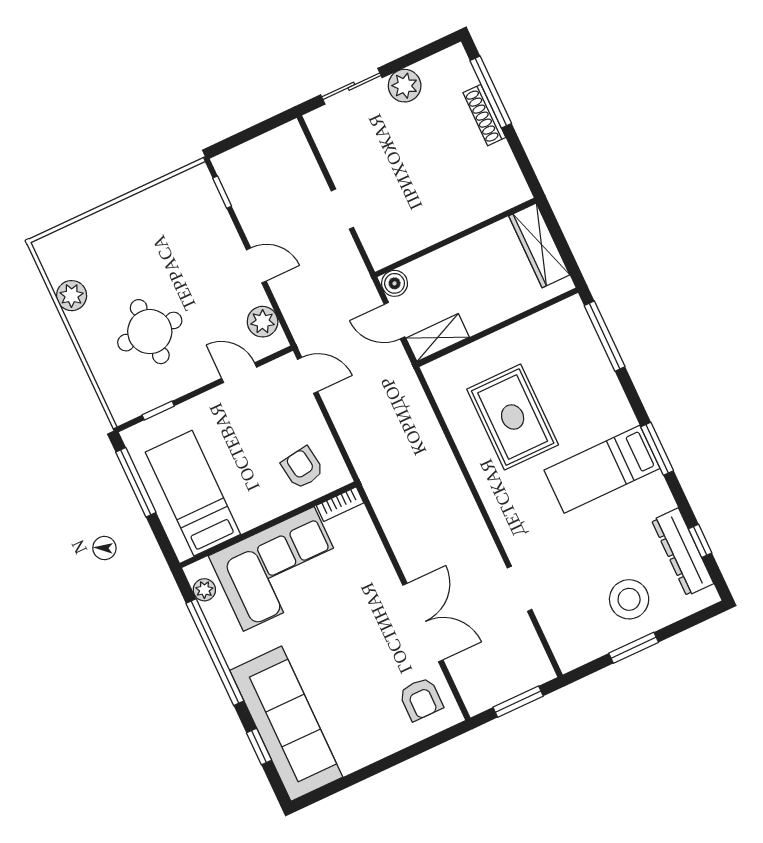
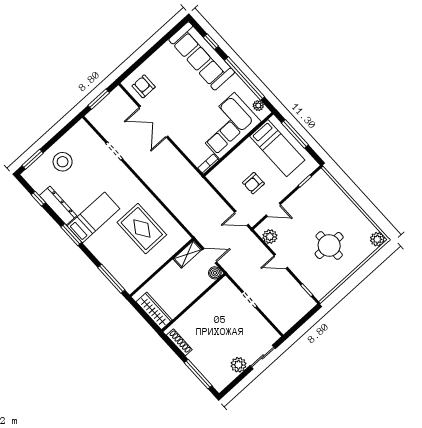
shoe rack: (484, 115) -> (179, 342), moved
plant: (72, 296) -> (377, 239), moved
round table: (150, 332) -> (329, 245), moved
armchair: (302, 468) -> (253, 183), moved, turned 98
window: (136, 482) -> (295, 134), moved
dresser: (683, 552) -> (58, 206), moved
window: (634, 648) -> (33, 159), moved

